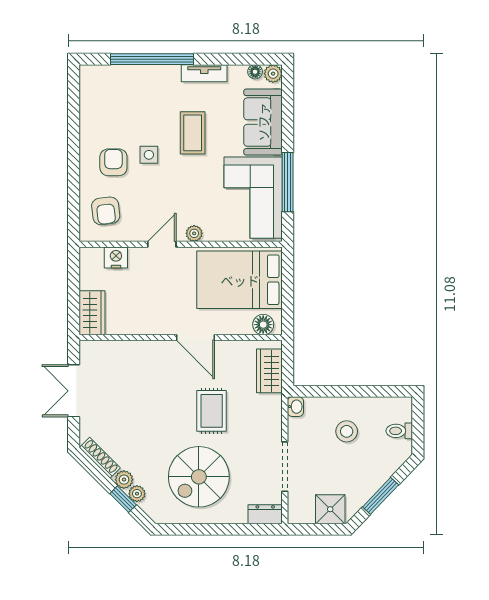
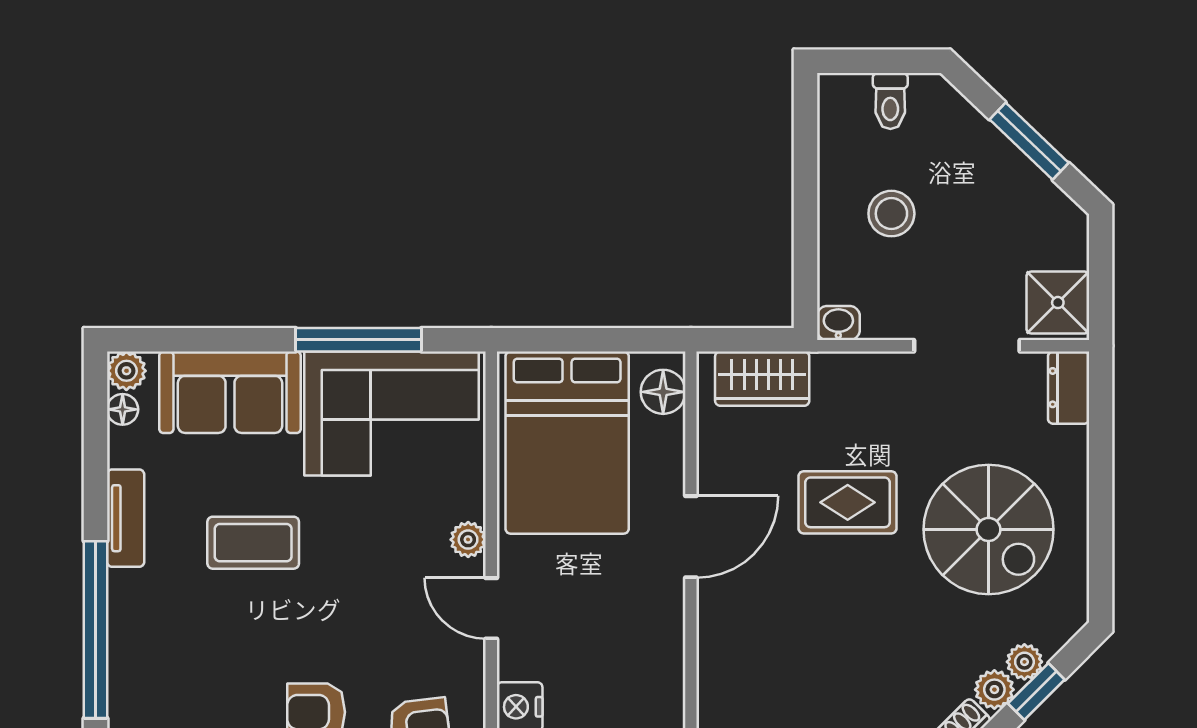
side table: (149, 155) -> (300, 636), removed
shower: (330, 509) -> (1058, 303), moved

